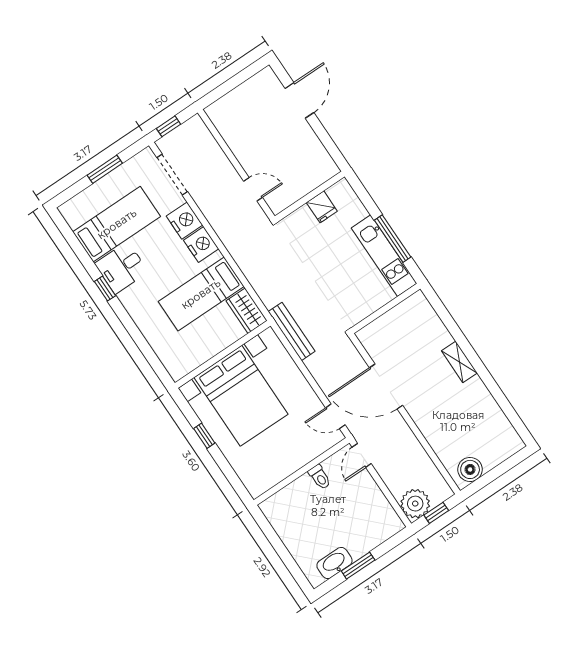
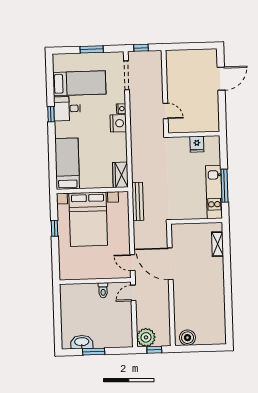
nightstand: (184, 221) -> (121, 109), width x0.53, depth x0.56
bed: (201, 294) -> (67, 164), moved, turned 90
shelving: (459, 362) -> (218, 244), moved

